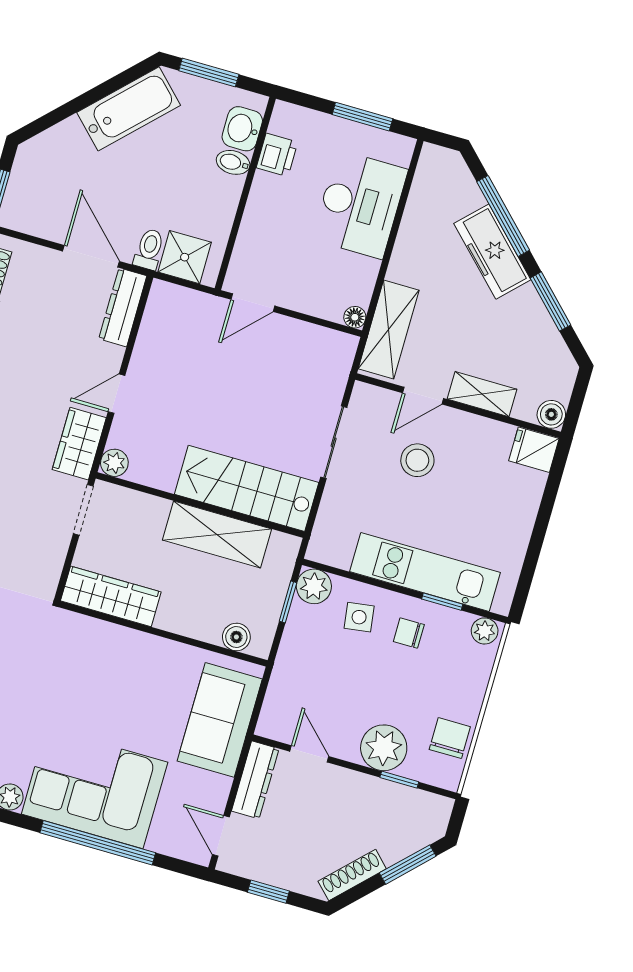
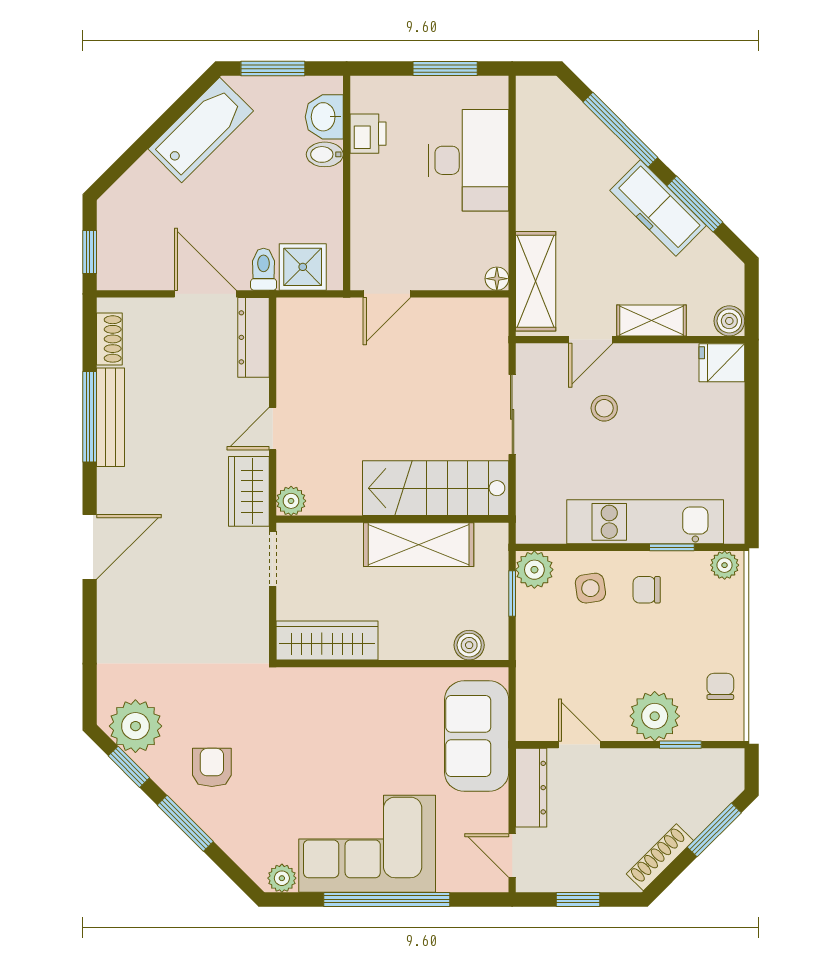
freezer: (492, 252) -> (658, 208), moved
stool: (417, 460) -> (604, 408), width x0.73, depth x0.73
chair: (450, 738) -> (720, 686), width x0.73, depth x0.73

